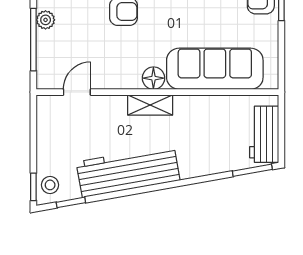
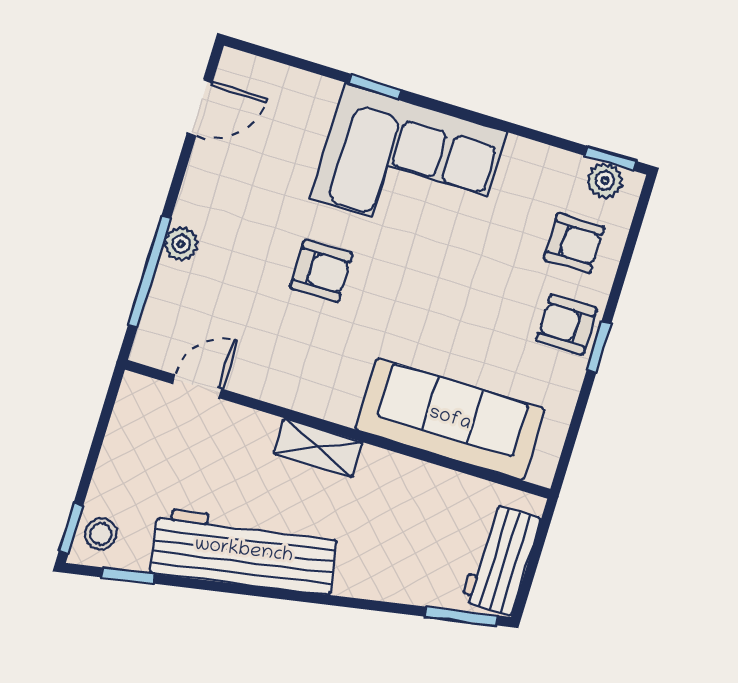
floor lamp: (153, 78) -> (338, 403), removed

